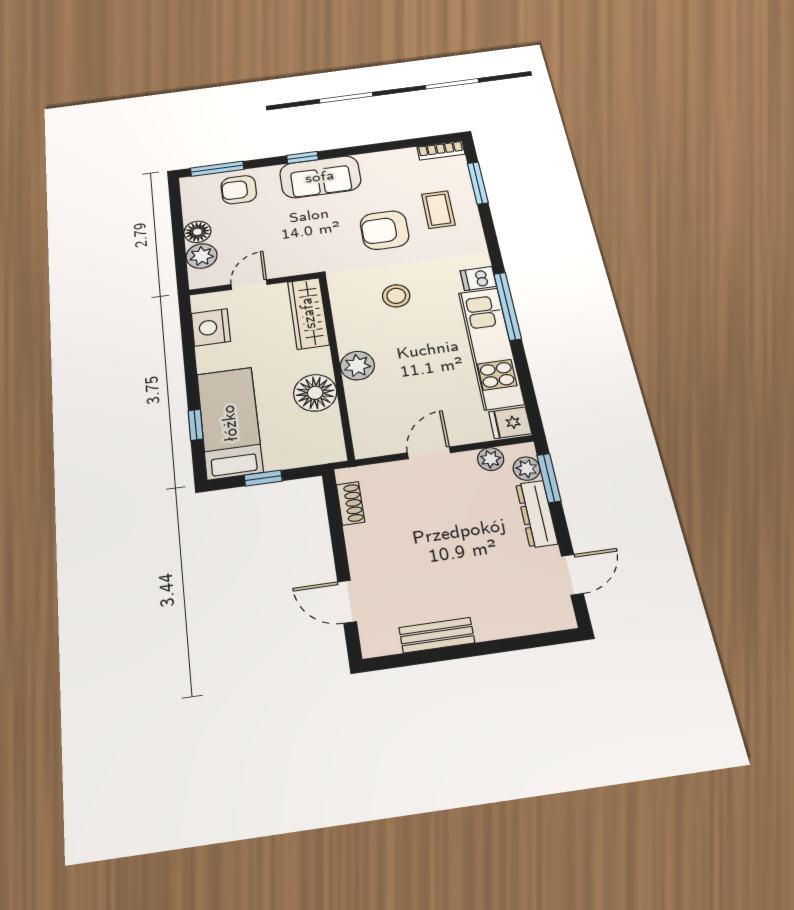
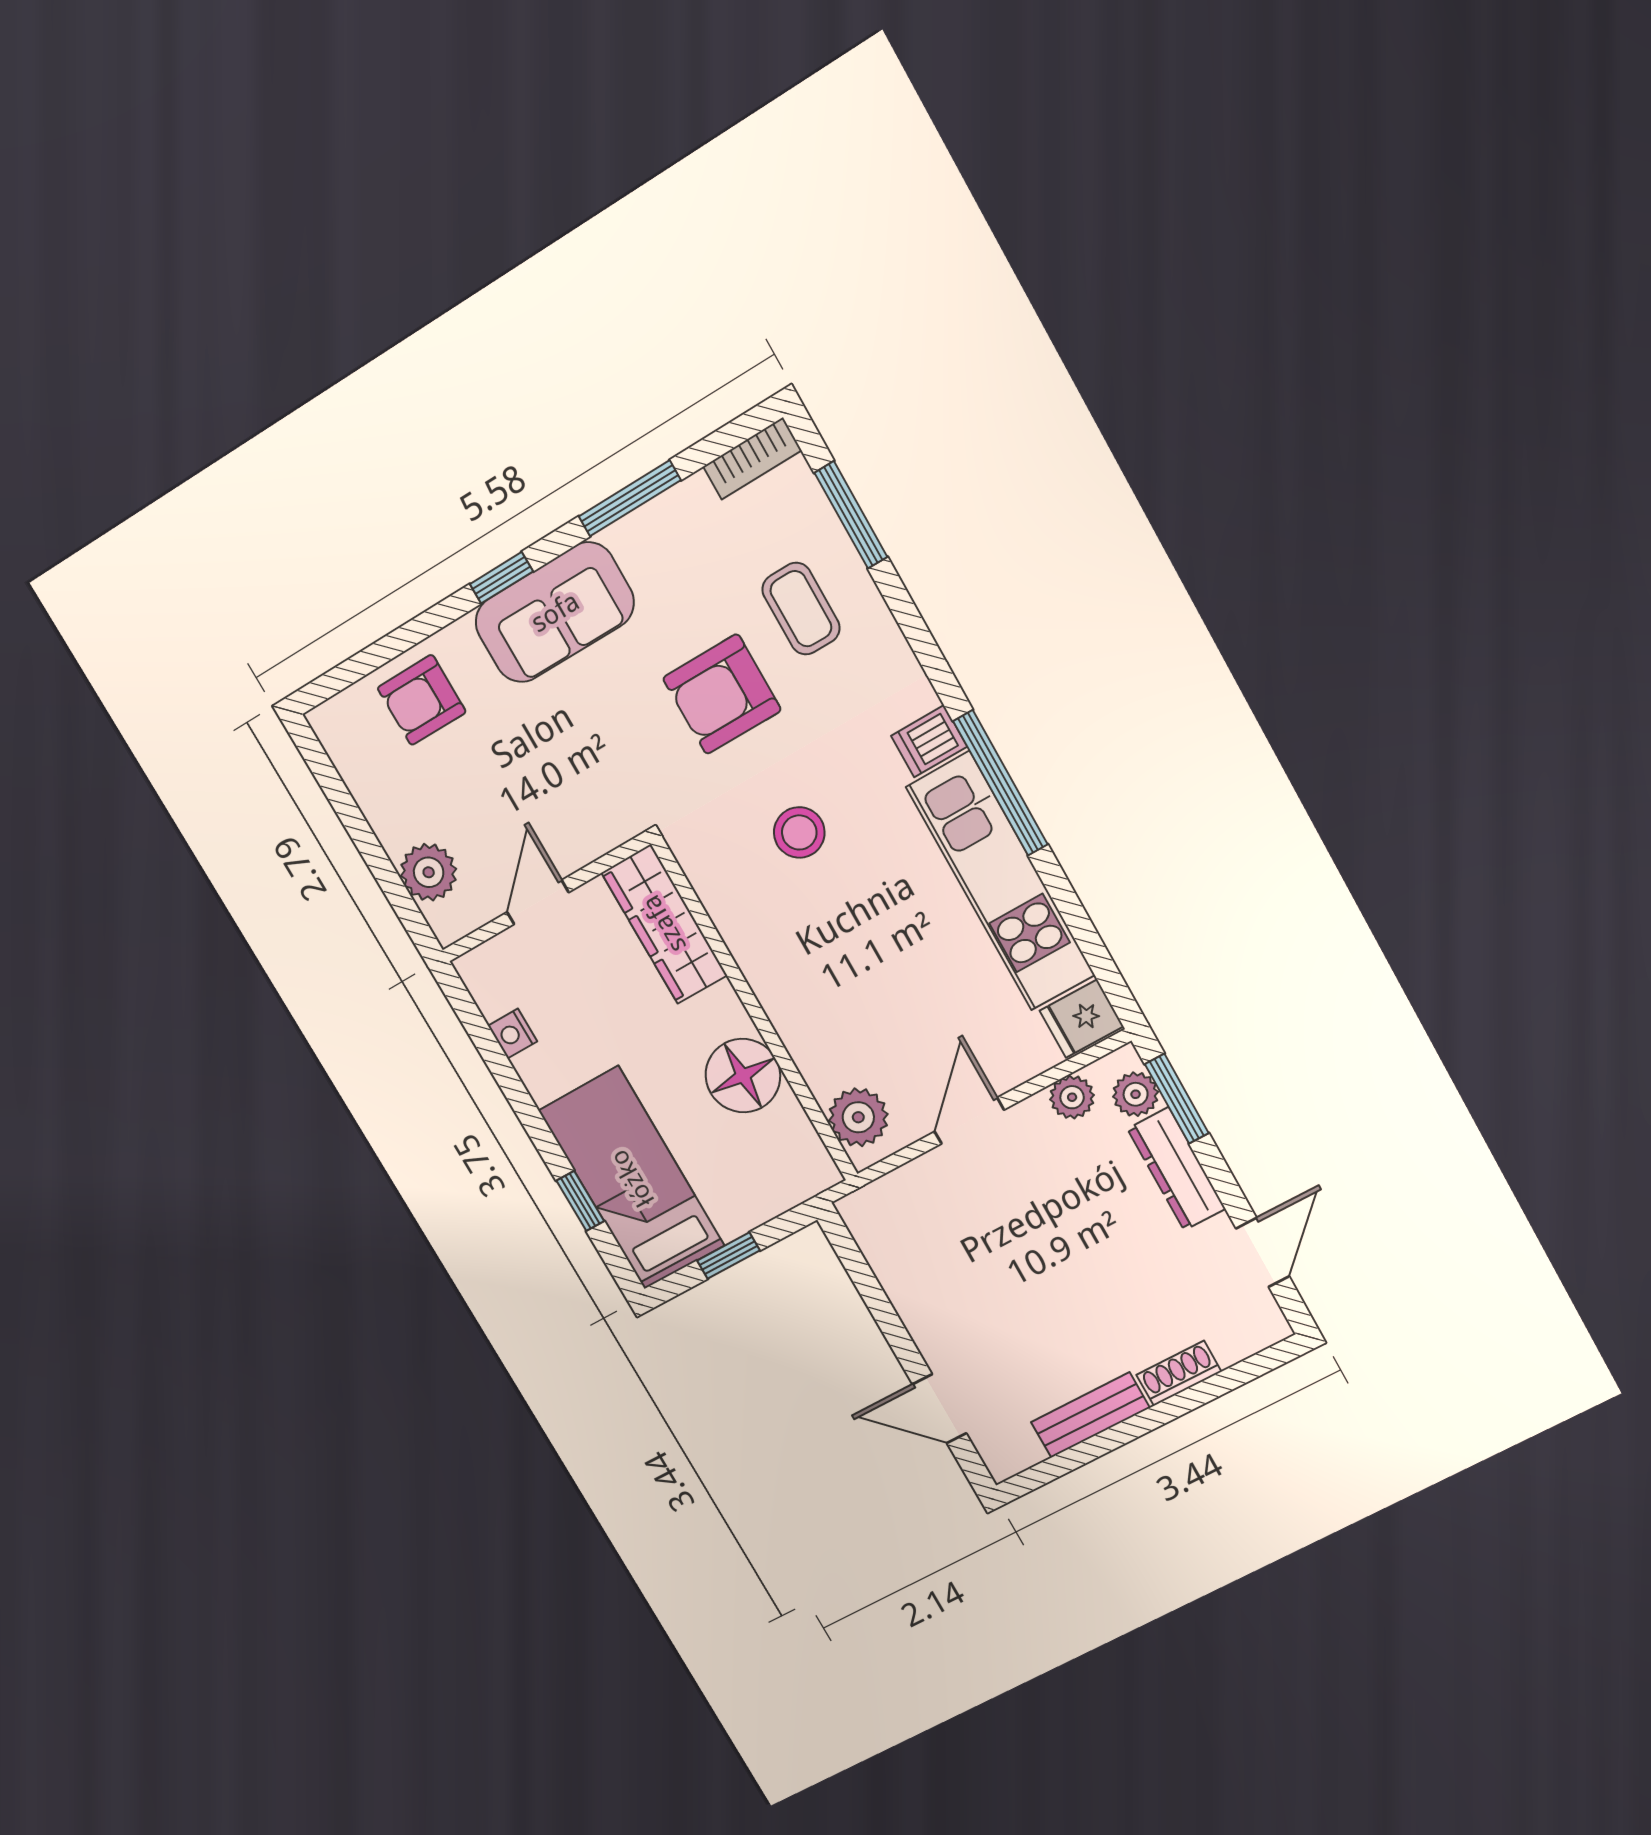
window: (217, 169) -> (630, 498), moved
floor lamp: (197, 232) -> (396, 823), removed
nightstand: (211, 327) -> (513, 1034), width x0.53, depth x0.56
plant: (357, 366) -> (858, 1117), moved
shoe rack: (350, 503) -> (1179, 1373), moved, turned -90

